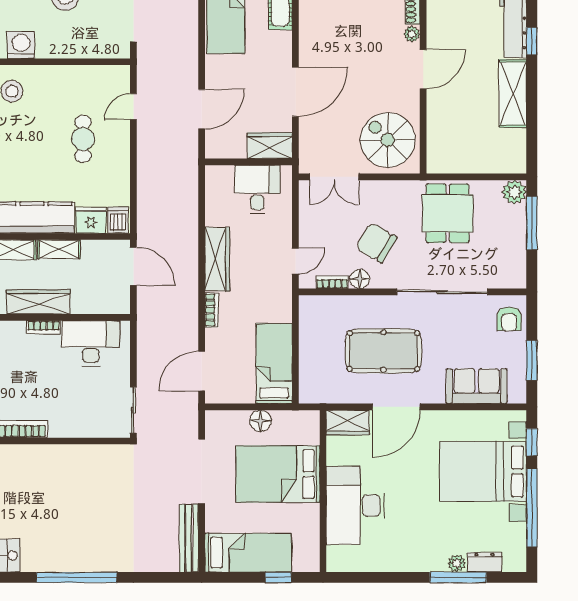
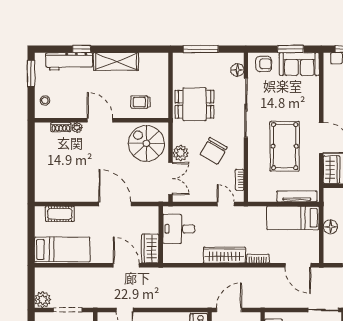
trolley: (451, 131) -> (141, 102), added
spiral stairs: (388, 140) -> (146, 143), turned 90
wardrobe: (270, 146) -> (150, 249), moved
plant: (514, 192) -> (181, 153), moved
floor lamp: (360, 279) -> (237, 70), moved
tv unit: (307, 370) -> (297, 196), added
sofa: (477, 386) -> (299, 64), moved, turned -90

